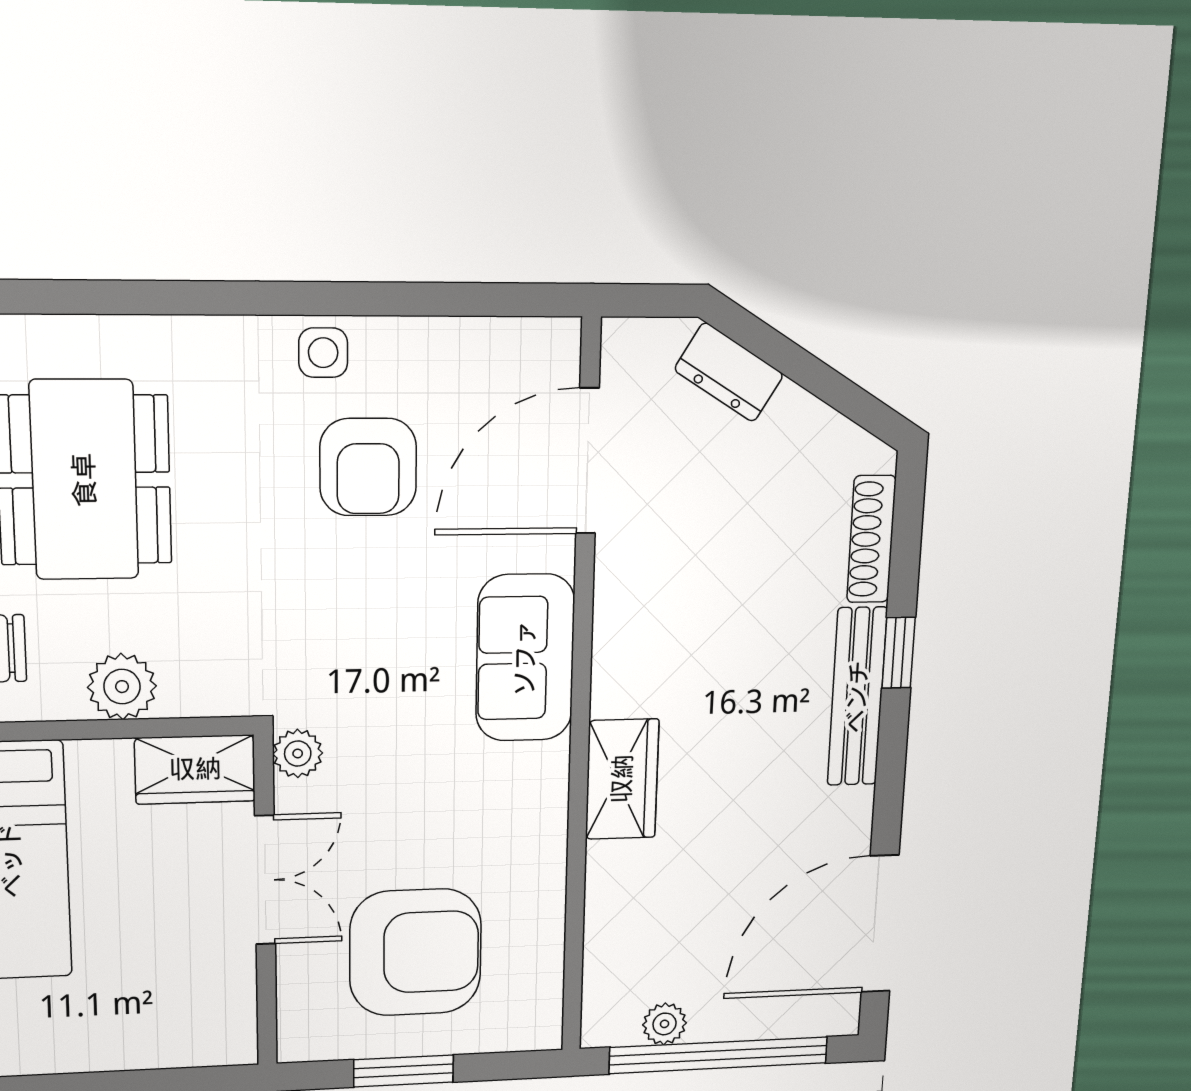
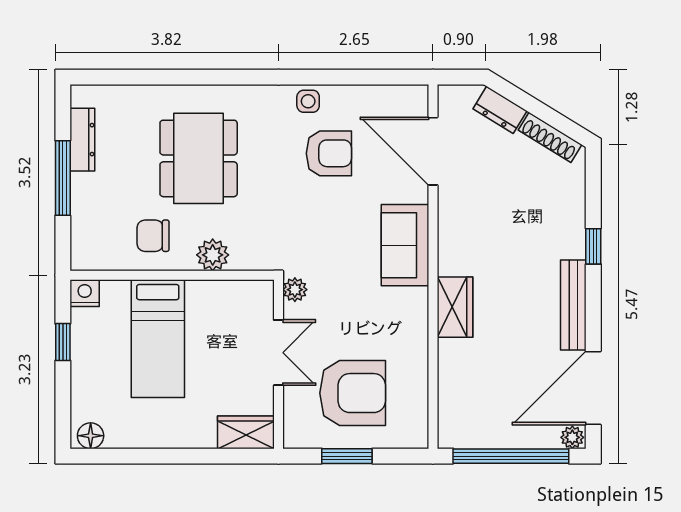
door: (587, 461) -> (433, 151), hinge flipped
armchair: (368, 467) -> (329, 153), turned -90
shoe rack: (871, 539) -> (550, 137), moved, turned -58
bench: (857, 697) -> (573, 305), moved
wardrobe: (195, 769) -> (246, 432), moved, turned 180
plant: (665, 1024) -> (572, 437), moved

